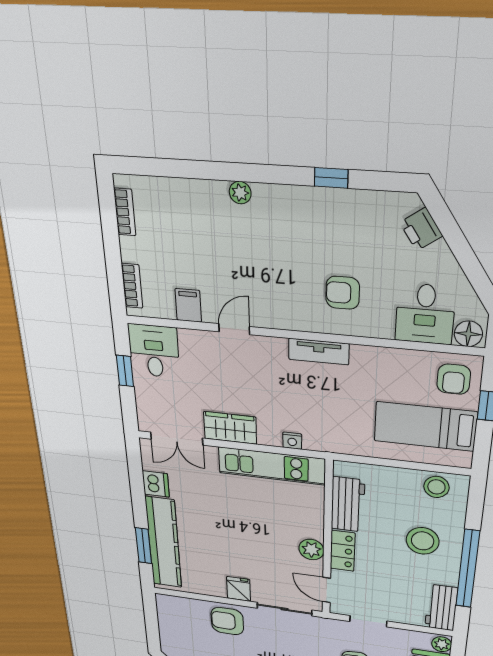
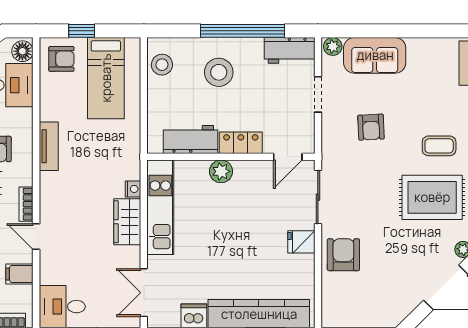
bookcase: (273, 321) -> (26, 204), added
tv unit: (319, 352) -> (49, 146), moved
wardrobe: (230, 428) -> (127, 222), moved
double door: (177, 439) -> (144, 293), swing flipped
plant: (311, 550) -> (221, 171), moved
armchair: (227, 621) -> (343, 255), turned 180
doorway: (368, 621) -> (318, 94), moved

